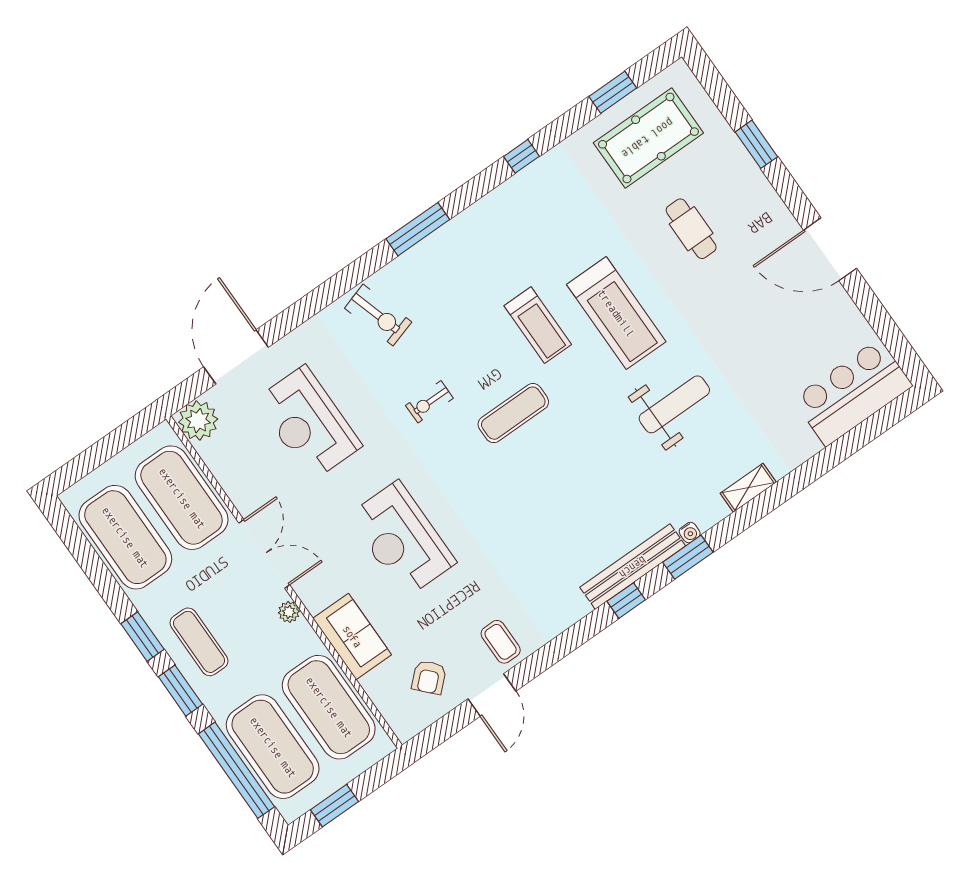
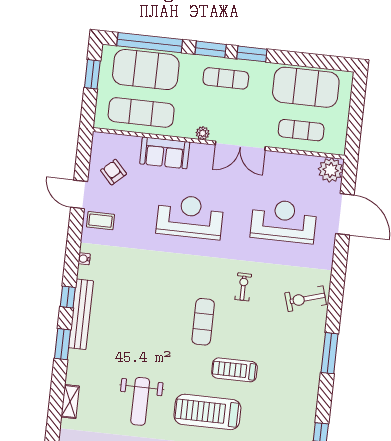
exercise mat: (182, 498) -> (301, 130), width x0.50, depth x0.69
water cooler: (690, 533) -> (84, 259), moved
exercise mat: (329, 707) -> (141, 112), width x0.68

